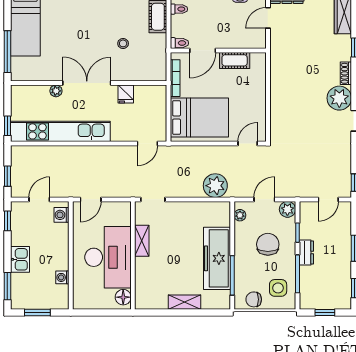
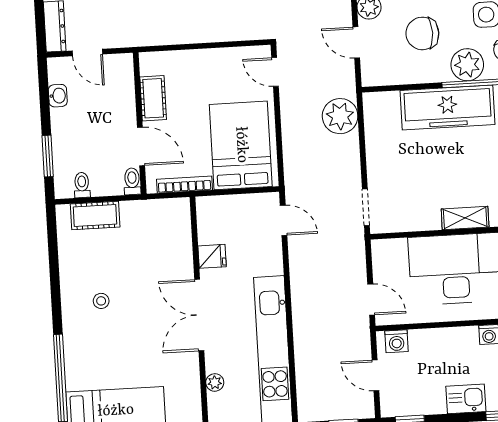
stool: (123, 43) -> (101, 301), moved
plant: (56, 91) -> (215, 382), moved
plant: (240, 215) -> (467, 65), moved, width x1.88, depth x1.88
shelving: (142, 241) -> (465, 218), moved

